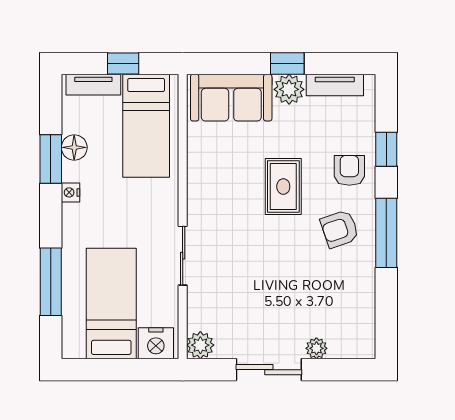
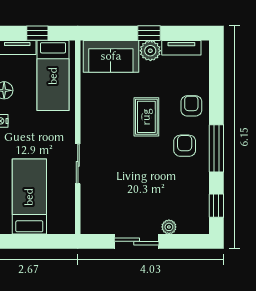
window: (386, 149) -> (216, 206), moved
armchair: (340, 229) -> (185, 146), turned 109
nightstand: (156, 343) -> (60, 224), removed
plant: (200, 345) -> (90, 225), removed

